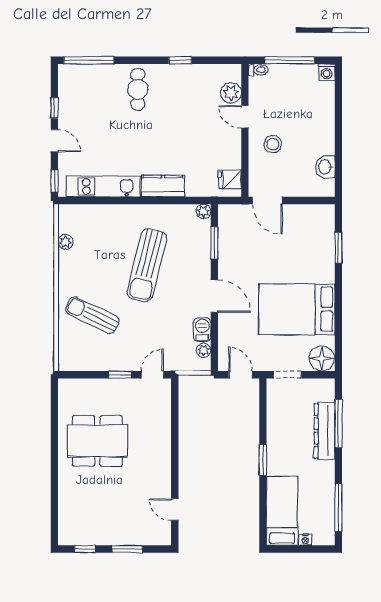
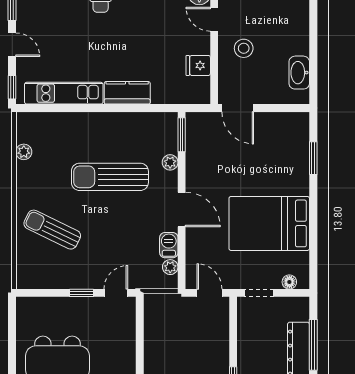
washbasin: (325, 167) -> (299, 73), width x1.38
fridge: (230, 180) -> (198, 65), moved
plant: (203, 211) -> (170, 162), moved
window: (214, 243) -> (182, 135), moved
sun lounger: (147, 265) -> (110, 177), turned 76
floor lamp: (322, 358) -> (289, 282), width x0.53, depth x0.53

